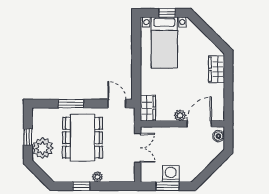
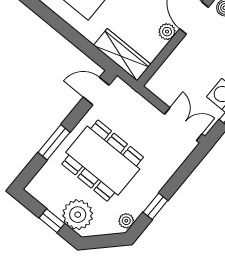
wardrobe: (148, 108) -> (122, 55), width x1.50
double door: (138, 148) -> (183, 124), moved
plant: (97, 177) -> (126, 221), moved

